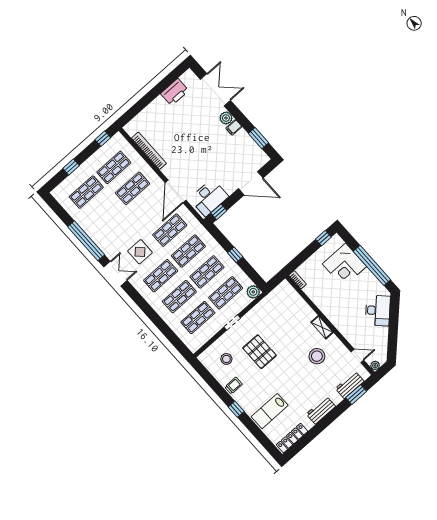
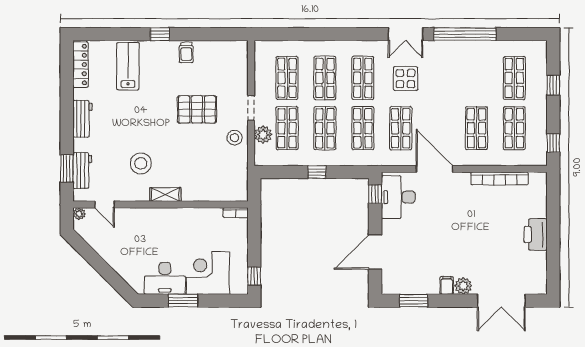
printer: (175, 92) -> (536, 235), moved
window: (372, 265) -> (183, 301), width x0.47
plant: (253, 292) -> (263, 135), moved
desk: (378, 310) -> (165, 278), moved, turned -45
door: (357, 356) -> (105, 205), hinge flipped
stool: (226, 359) -> (234, 138), moved

